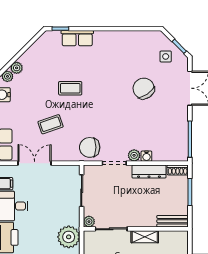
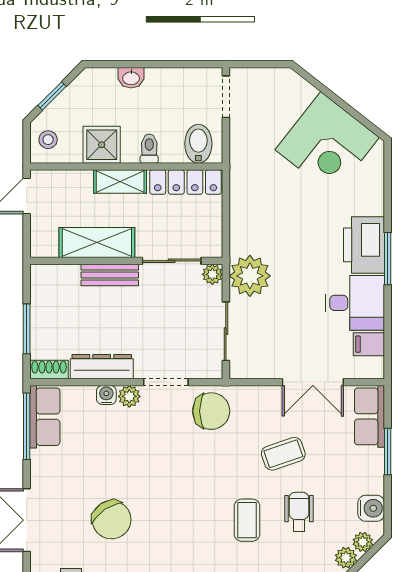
coffee table: (70, 88) -> (247, 520), turned 90
wheelchair: (42, 93) -> (299, 512), added
row of seats: (180, 144) -> (45, 417), added
bench: (172, 221) -> (110, 275), moved
plant: (69, 237) -> (250, 276), moved
shelving: (145, 237) -> (97, 242), width x1.50, depth x1.33

